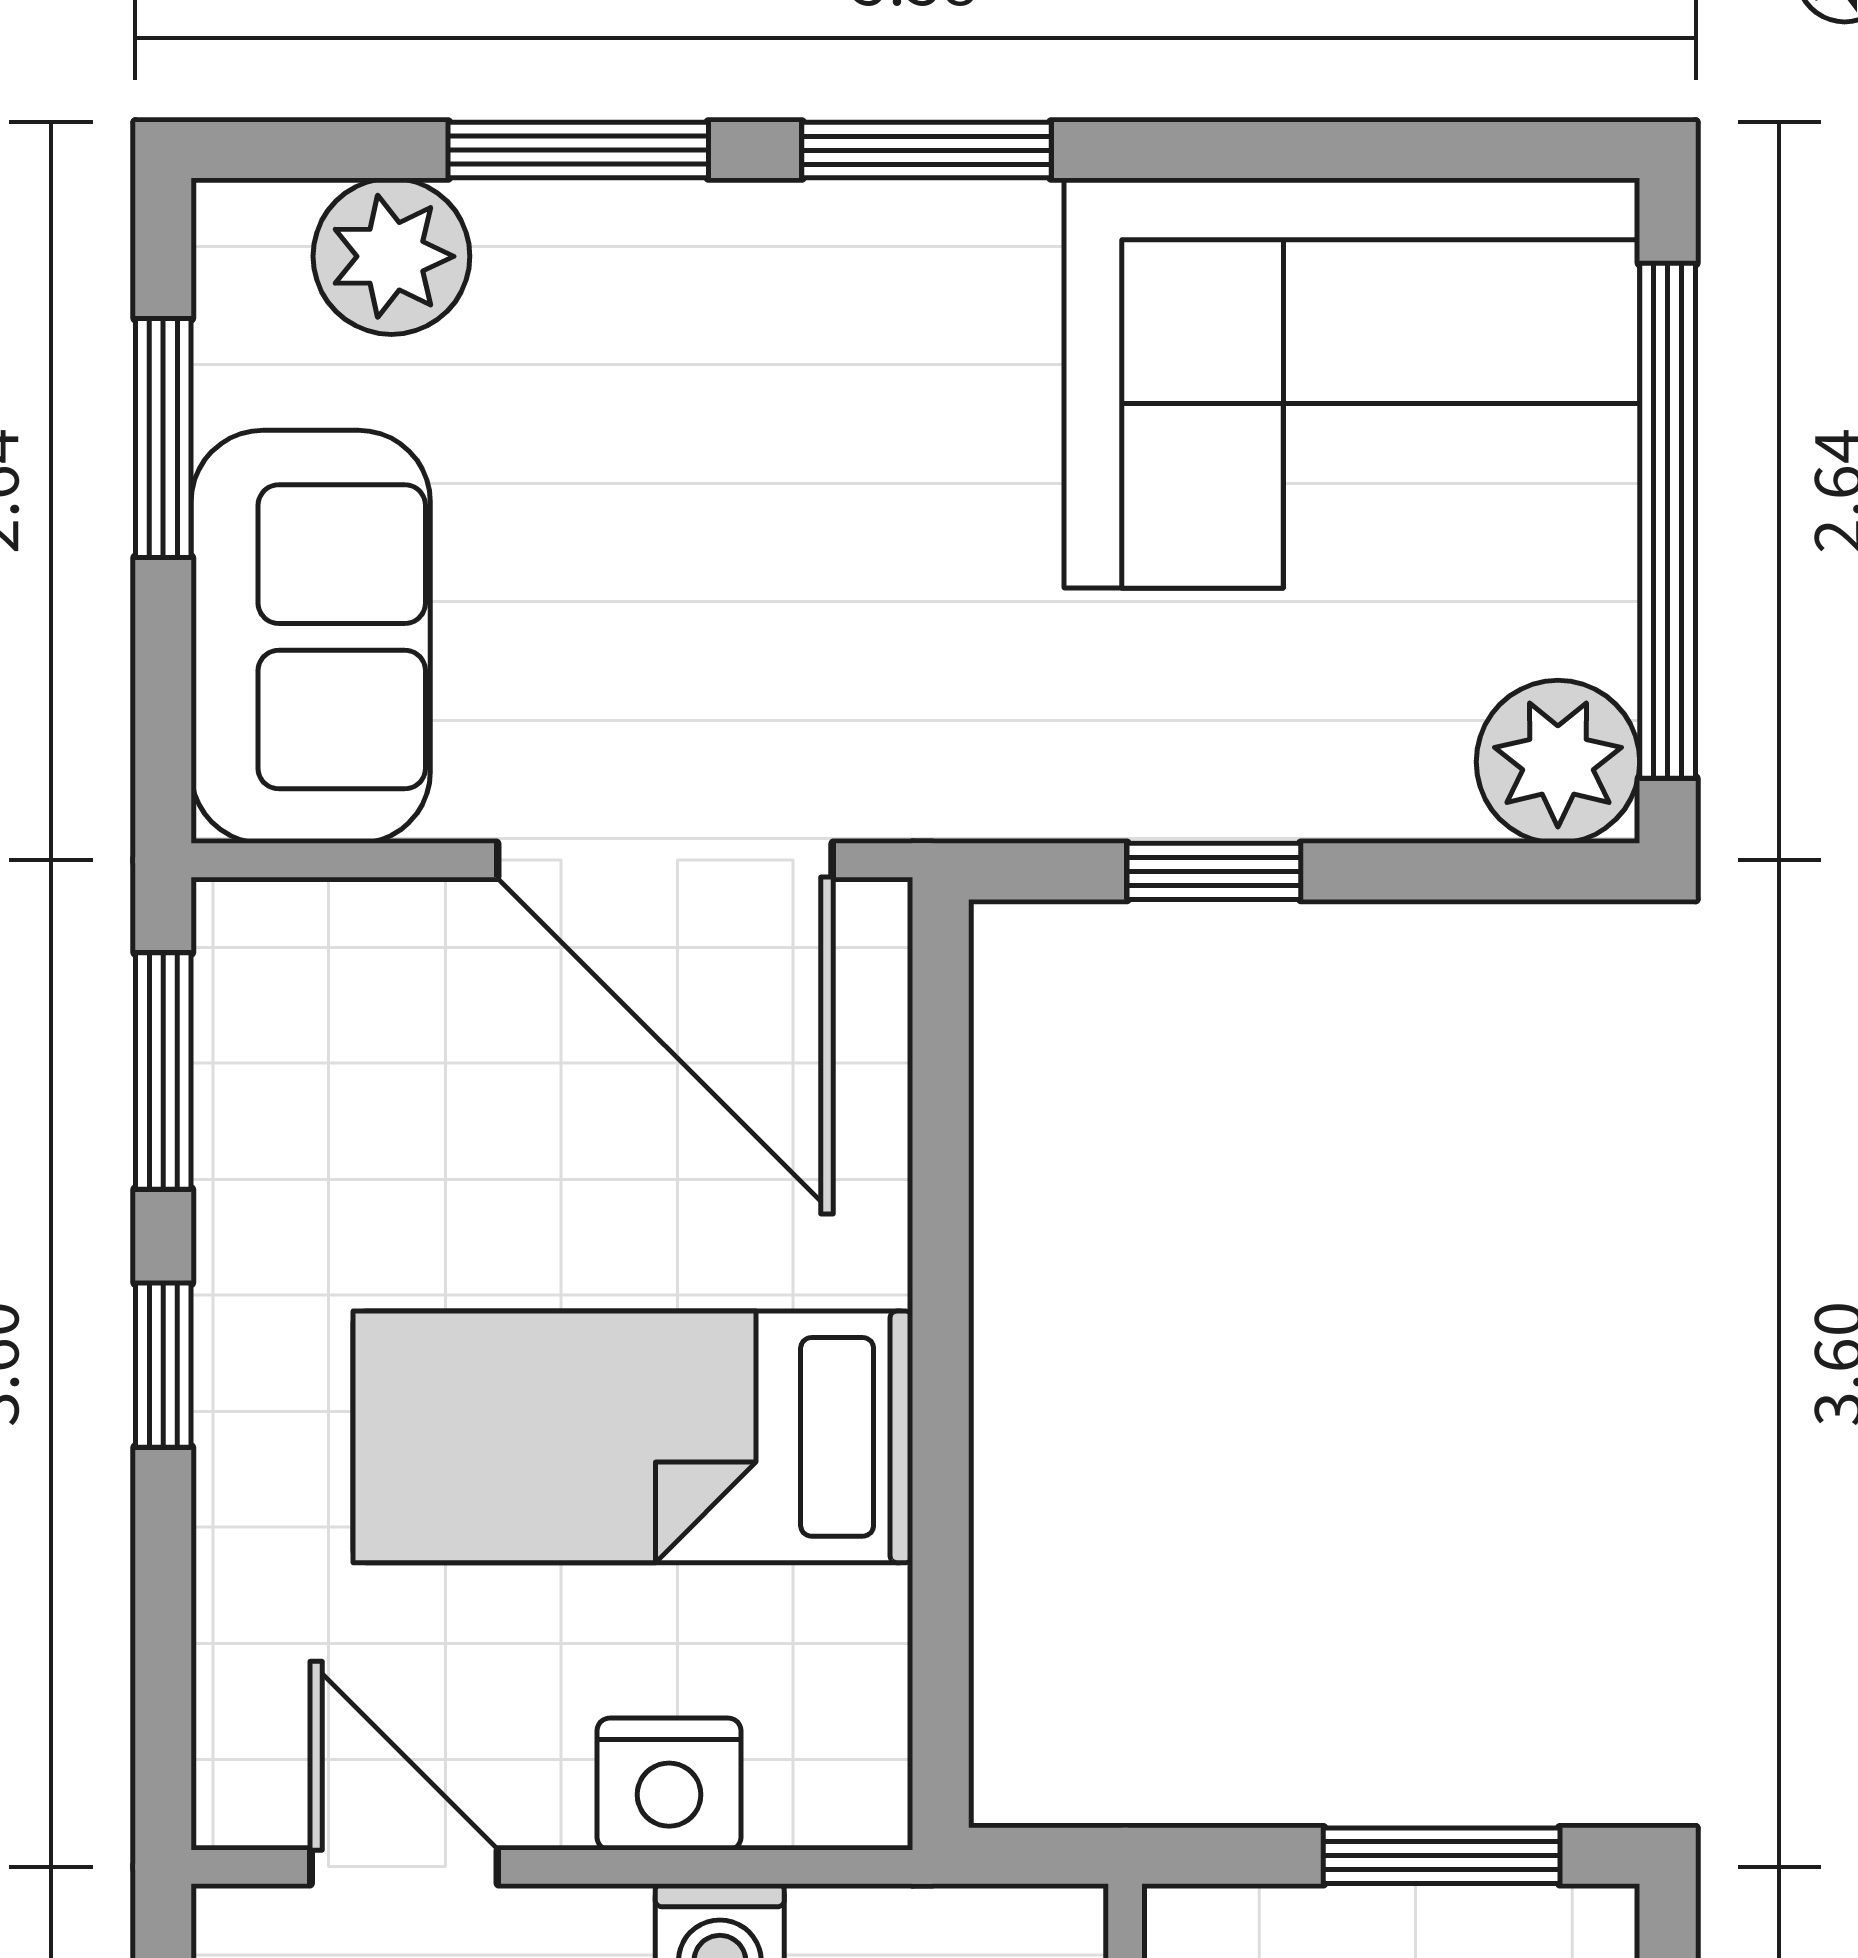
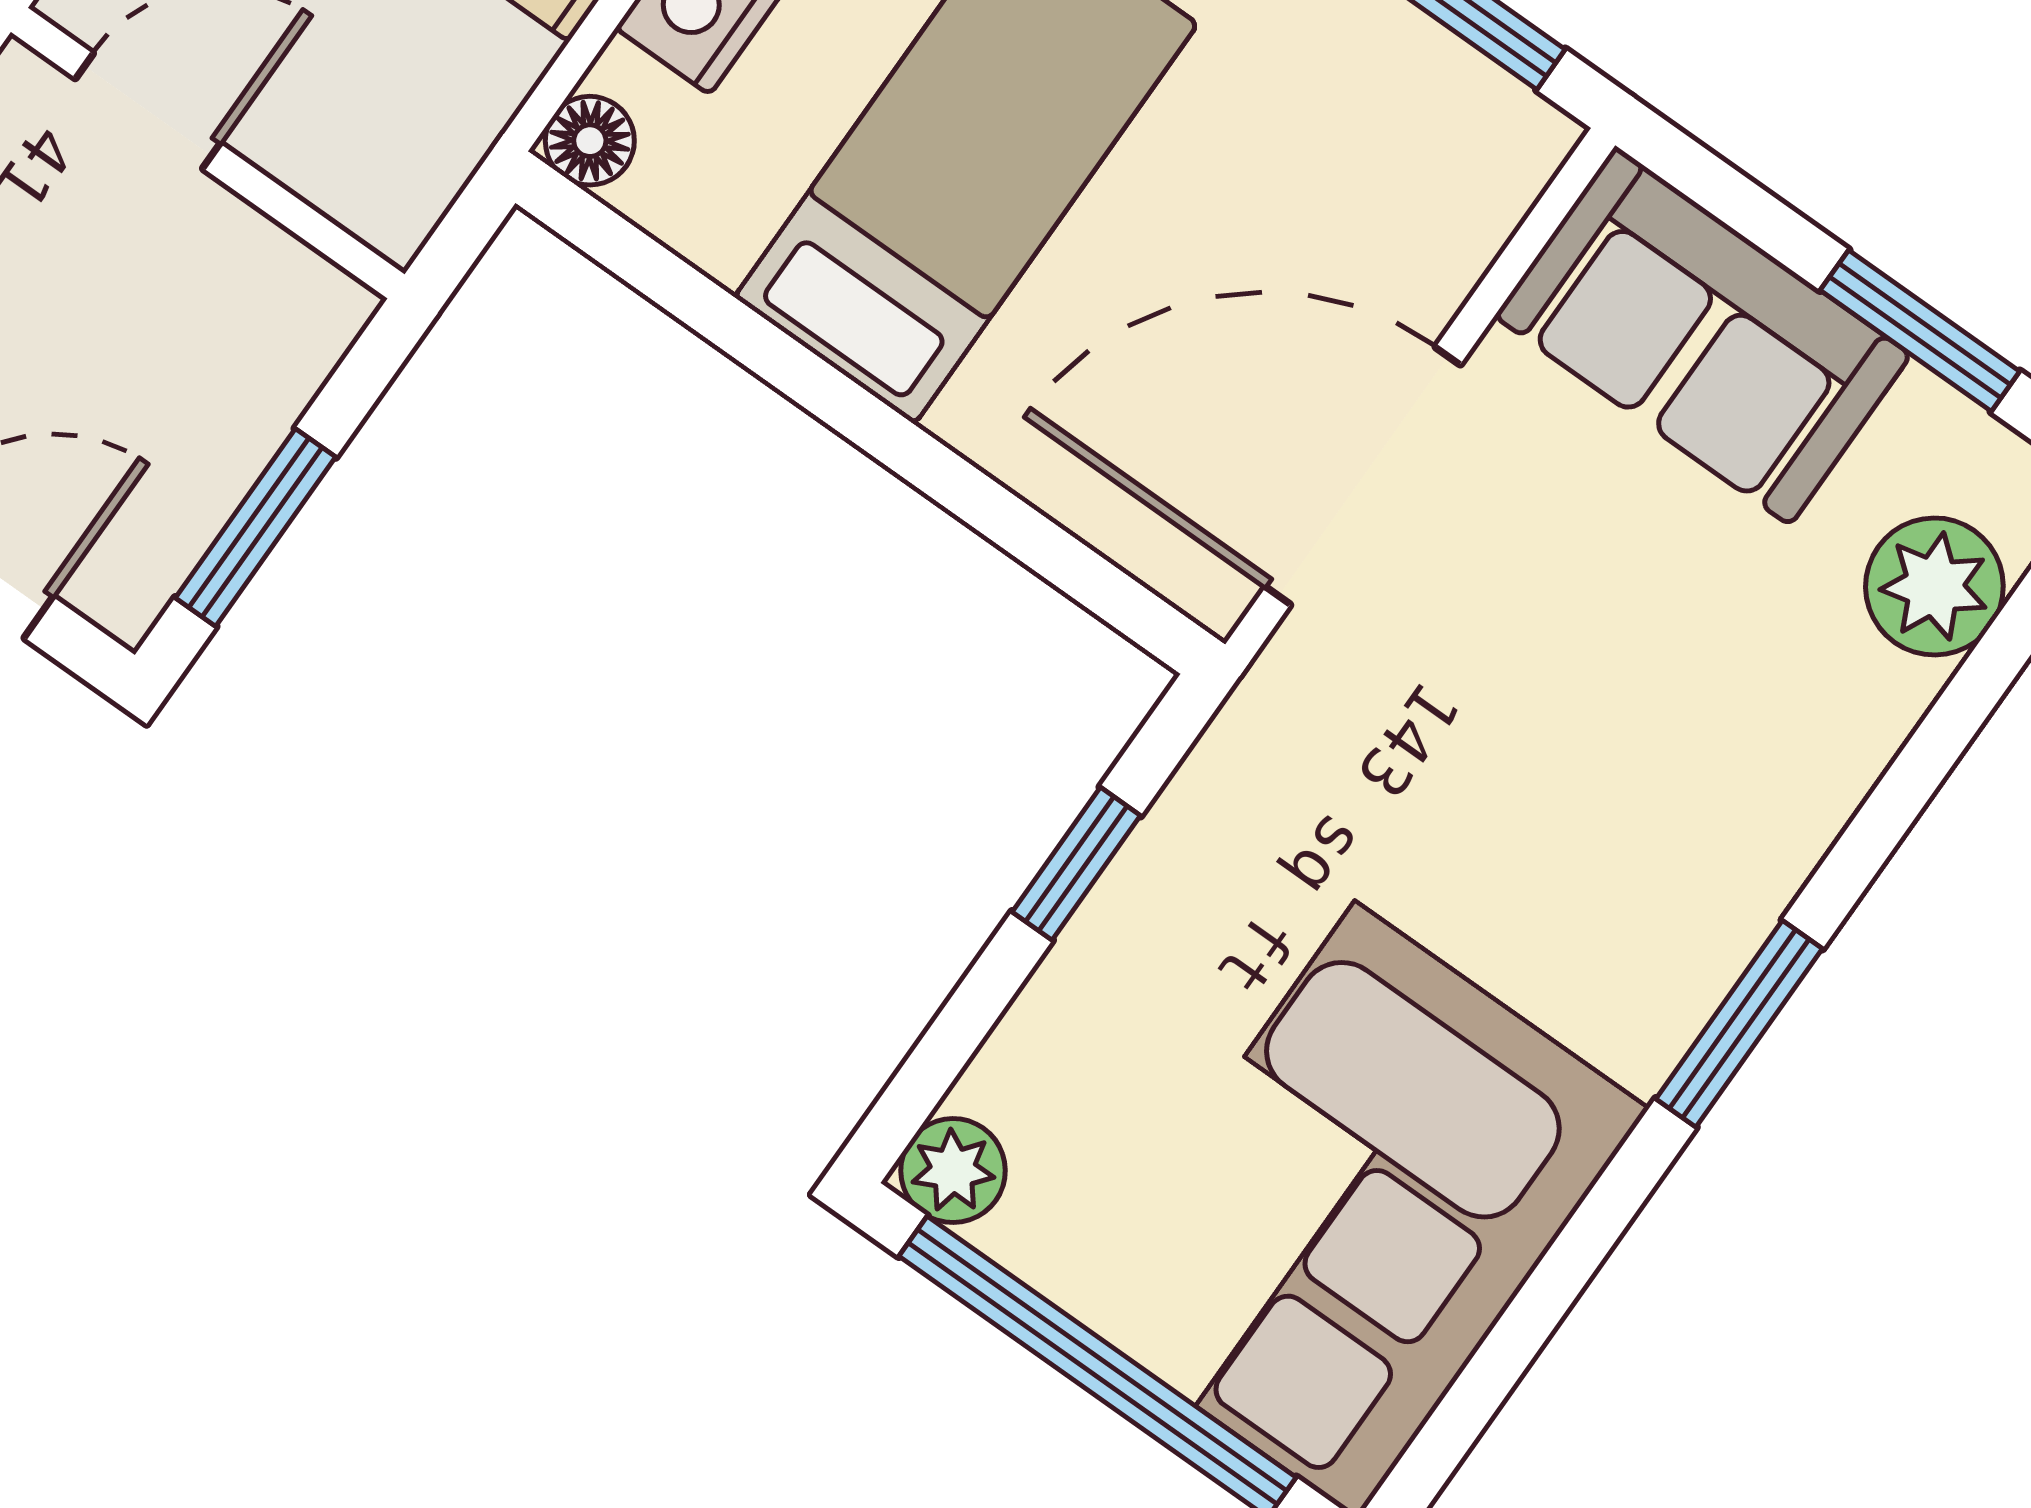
window: (578, 150) -> (1916, 774), removed
plant: (1558, 762) -> (953, 1171), width x0.73, depth x0.73
floor lamp: (862, 1800) -> (590, 141), added

